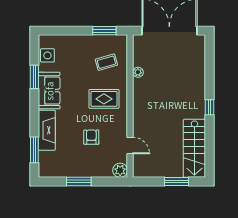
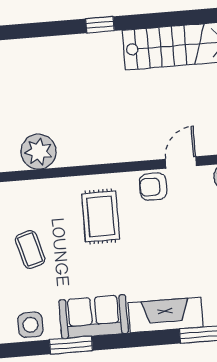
coffee table: (106, 62) -> (30, 249), moved
plant: (138, 72) -> (39, 152), width x1.88, depth x1.88
armchair: (91, 137) -> (153, 187), moved

